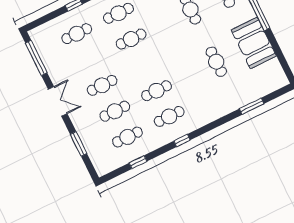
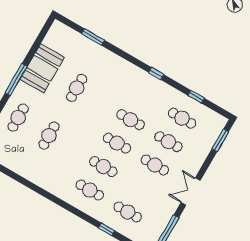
cafe table: (169, 116) -> (117, 143), moved
window: (79, 144) -> (220, 140), moved

